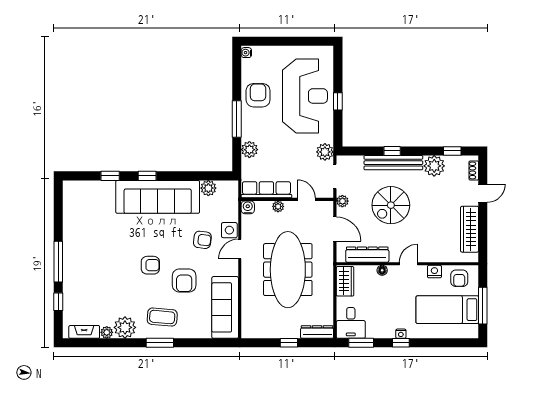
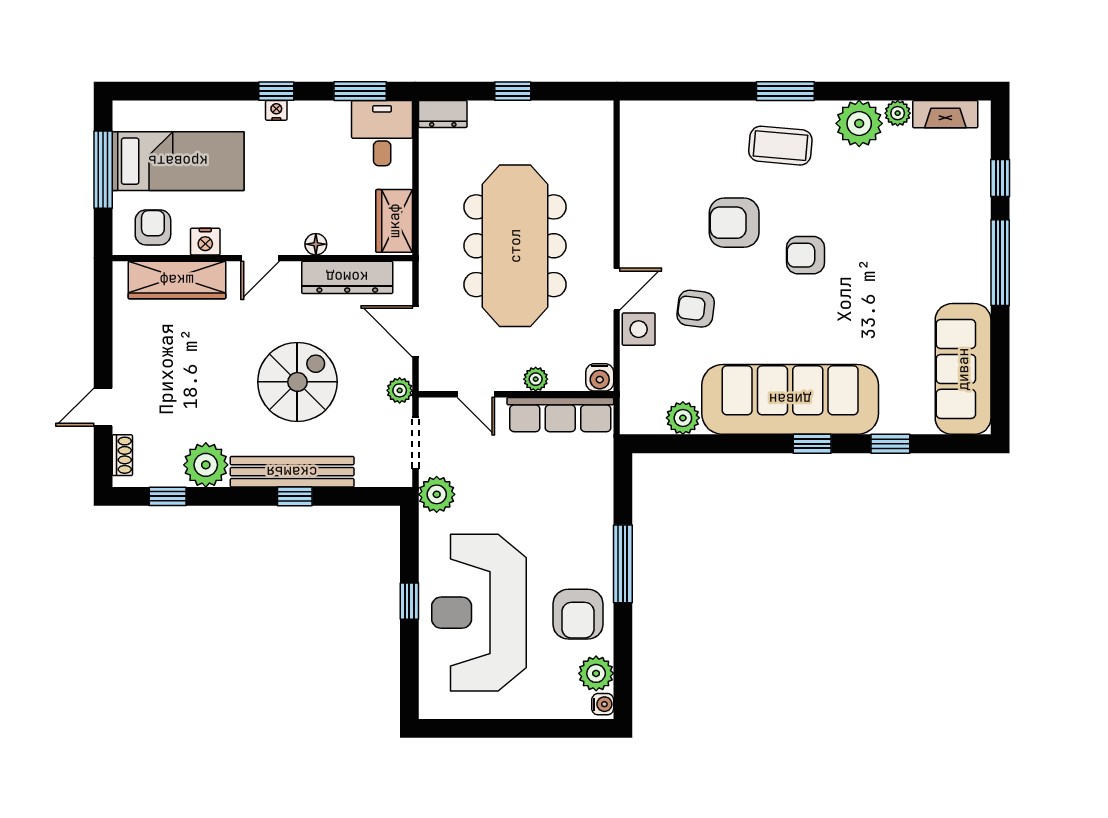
plant: (249, 150) -> (596, 673), moved
wardrobe: (470, 229) -> (177, 280), moved, turned 90
armchair: (184, 281) -> (734, 223), turned -90
sofa: (225, 307) -> (963, 369), moved, turned 180
dresser: (317, 332) -> (443, 114), width x0.70

